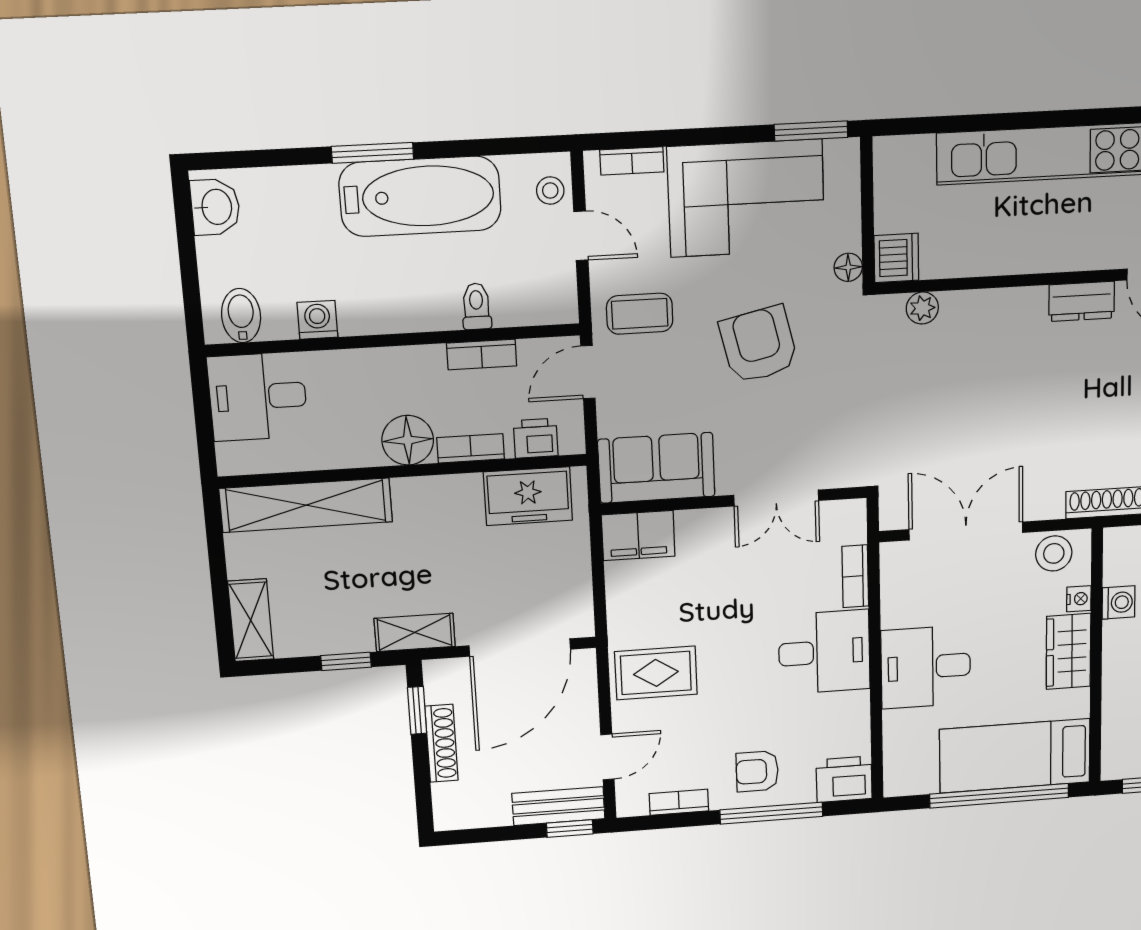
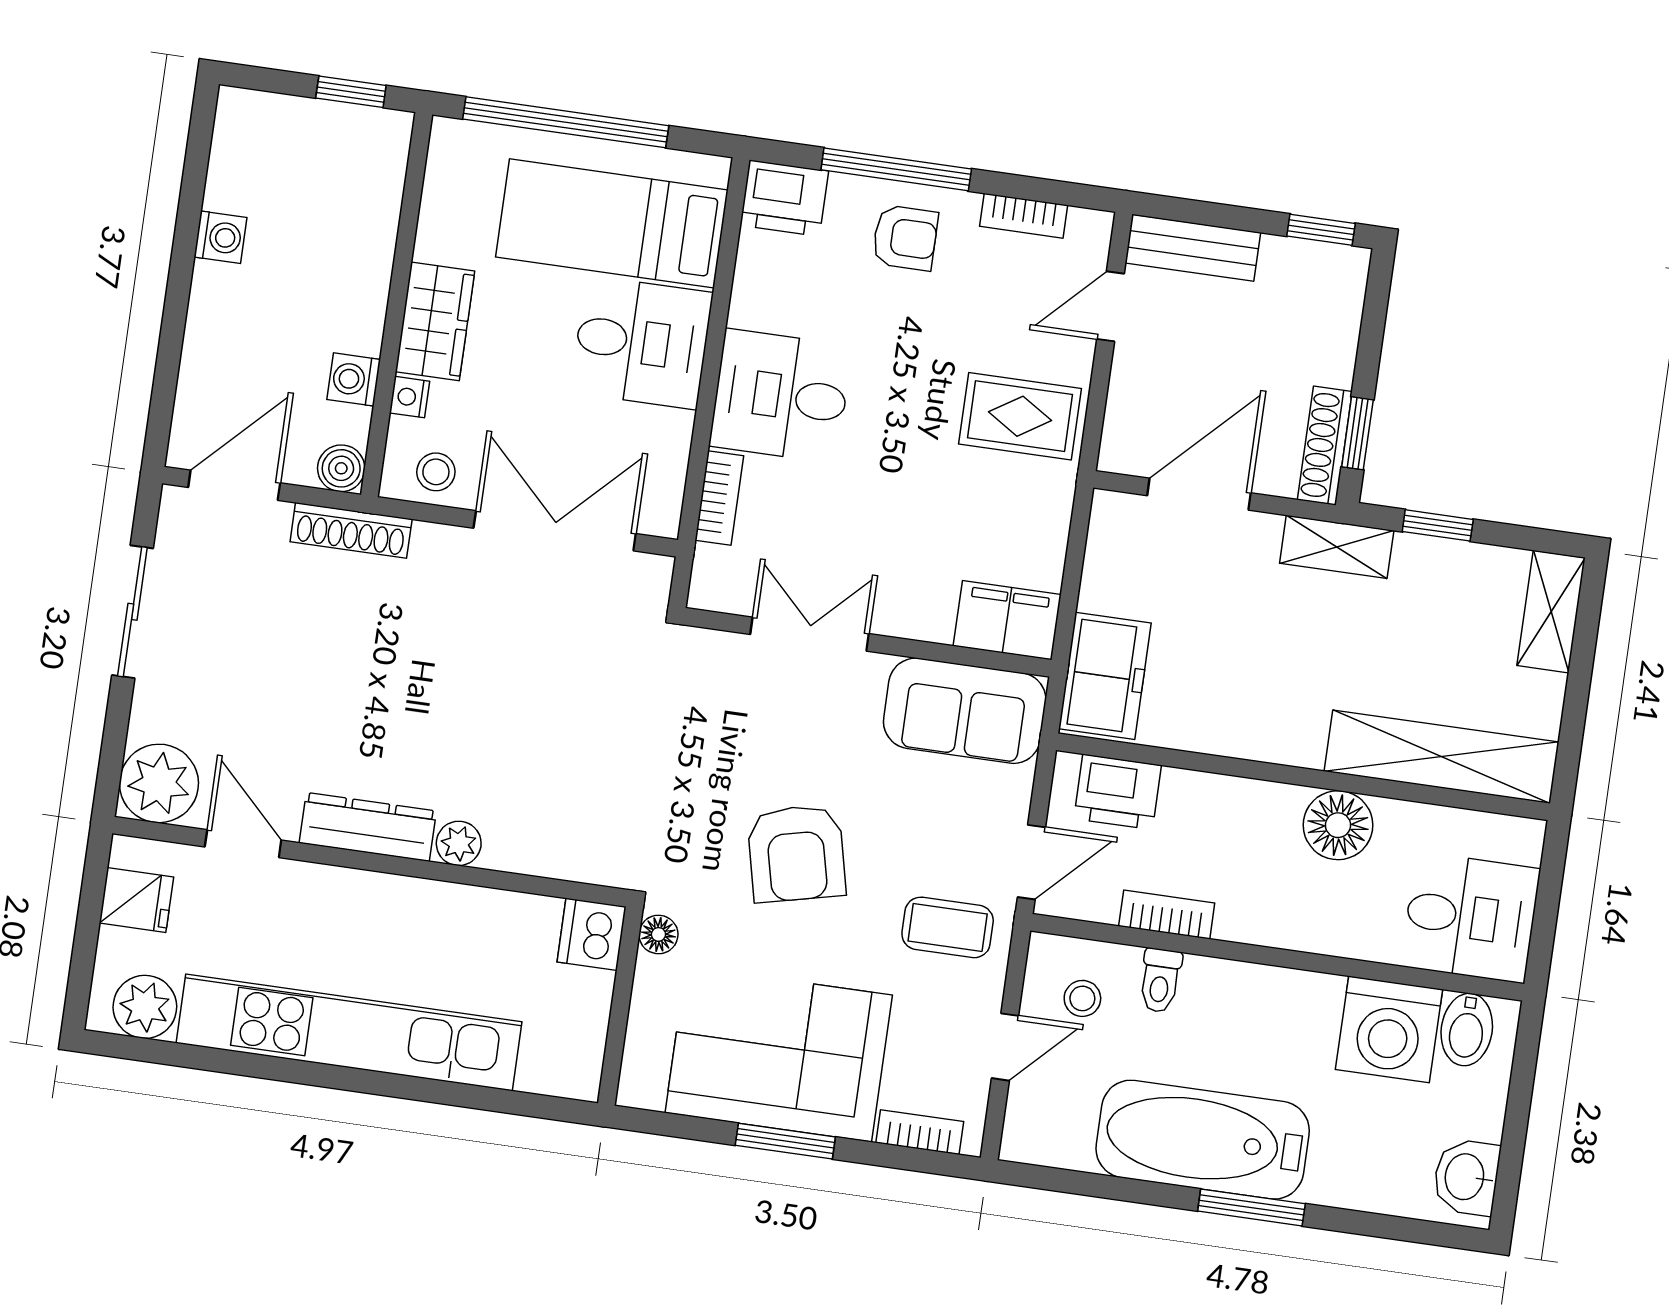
window: (811, 131) -> (785, 1141), moved
stool: (550, 191) -> (1082, 998), moved
door: (581, 236) -> (1005, 1047), swing flipped
dresser: (1082, 301) -> (368, 827), width x1.44
plant: (922, 308) -> (459, 843), moved
washing machine: (317, 320) -> (1389, 1029), width x1.89, depth x1.89
printer: (536, 438) -> (1118, 792), width x1.36, depth x1.24
floor lamp: (408, 440) -> (1338, 825), moved
bookcase: (471, 448) -> (1208, 790), removed
freezer: (528, 496) -> (1105, 676), moved, turned 90
double door: (966, 531) -> (555, 531), swing flipped
boiler: (1119, 542) -> (341, 468), added
stool: (1054, 553) -> (436, 472), width x0.73, depth x0.73
door: (520, 647) -> (1199, 494), width x0.73
shoe rack: (442, 743) -> (1325, 446), moved
bed: (1015, 756) -> (612, 223), moved, turned 180
window: (570, 829) -> (1321, 230), moved

